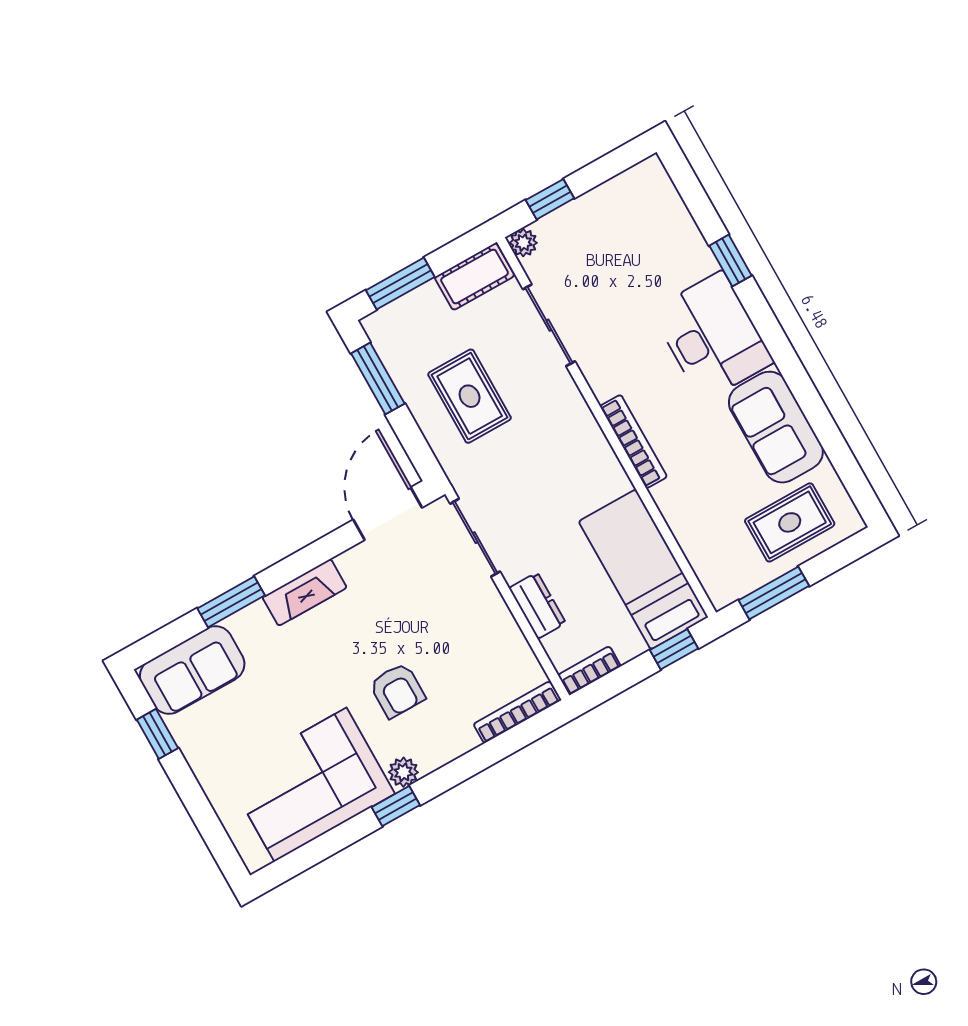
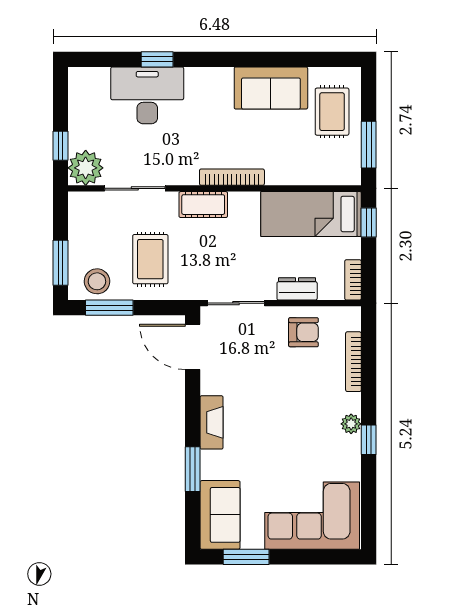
plant: (523, 243) -> (86, 168), width x1.88, depth x1.88
cot: (474, 276) -> (203, 205), moved, turned 90
desk: (712, 336) -> (147, 95), moved
stool: (403, 344) -> (97, 281), added
rug: (470, 396) -> (150, 259), turned 90
armchair: (397, 690) -> (303, 332), moved
bookcase: (517, 712) -> (353, 362), moved
window: (157, 734) -> (246, 557), width x1.50
corner sofa: (310, 785) -> (312, 516), moved, turned 90

